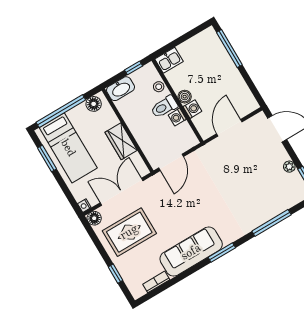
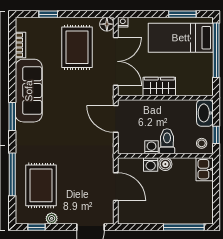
stool: (159, 87) -> (202, 143), moved
floor lamp: (94, 104) -> (206, 82), removed
rug: (266, 193) -> (41, 185), added

